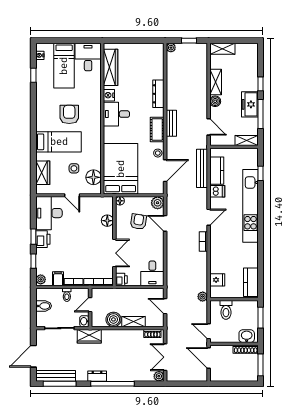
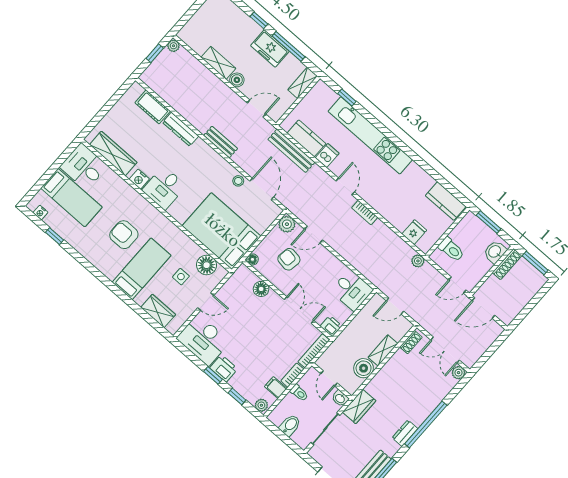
plant: (171, 48) -> (173, 46), moved
shelving: (222, 49) -> (191, 27), removed
cot: (157, 130) -> (153, 107), moved

